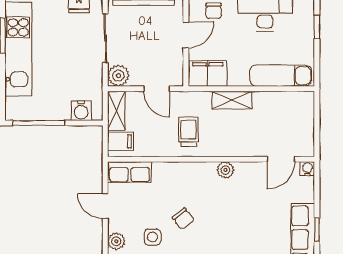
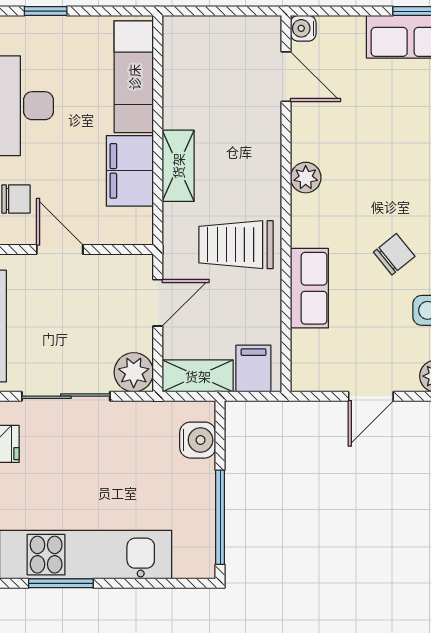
filing cabinet: (208, 73) -> (130, 171), moved
trolley: (188, 132) -> (236, 245), width x1.36, depth x1.39
row of seats: (129, 172) -> (309, 288), moved

